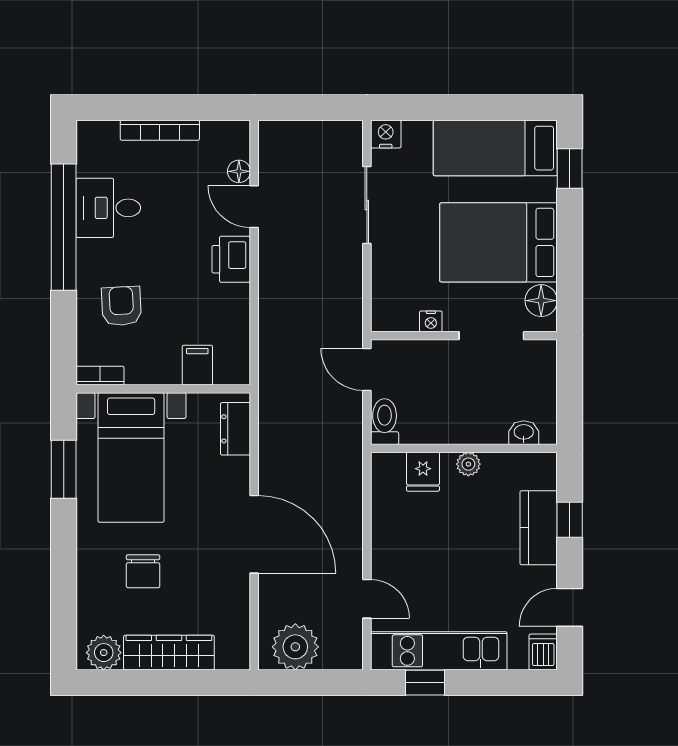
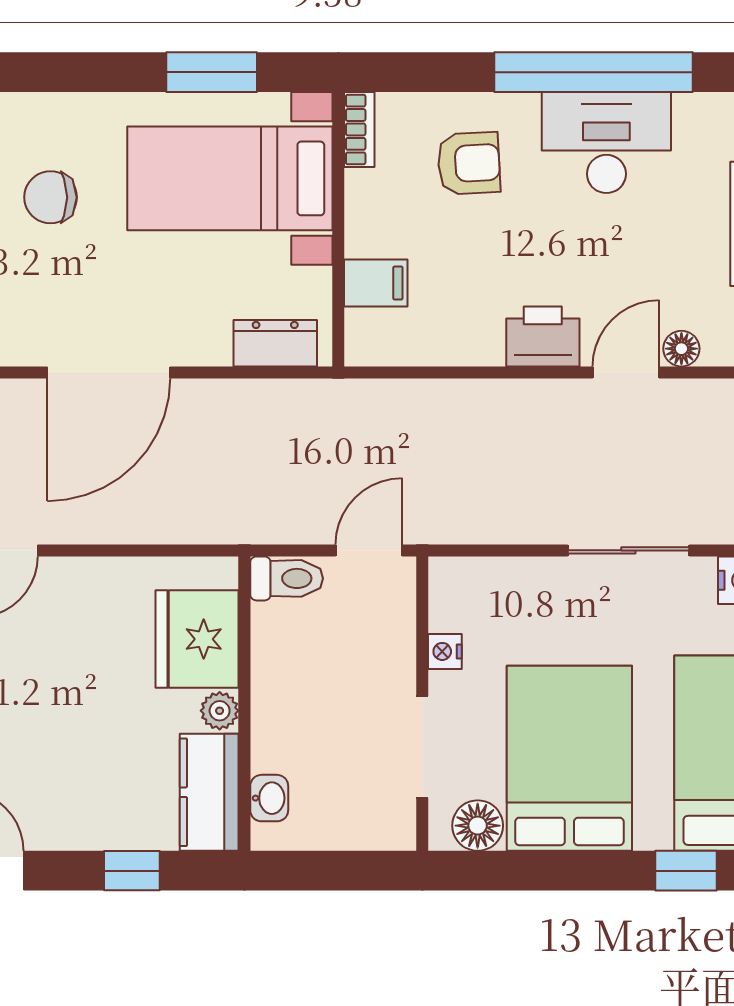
desk: (108, 208) -> (606, 143), width x1.37
fridge: (423, 472) -> (197, 639), width x1.88, depth x1.34
kitchen counter: (539, 528) -> (209, 792), moved, turned -90

